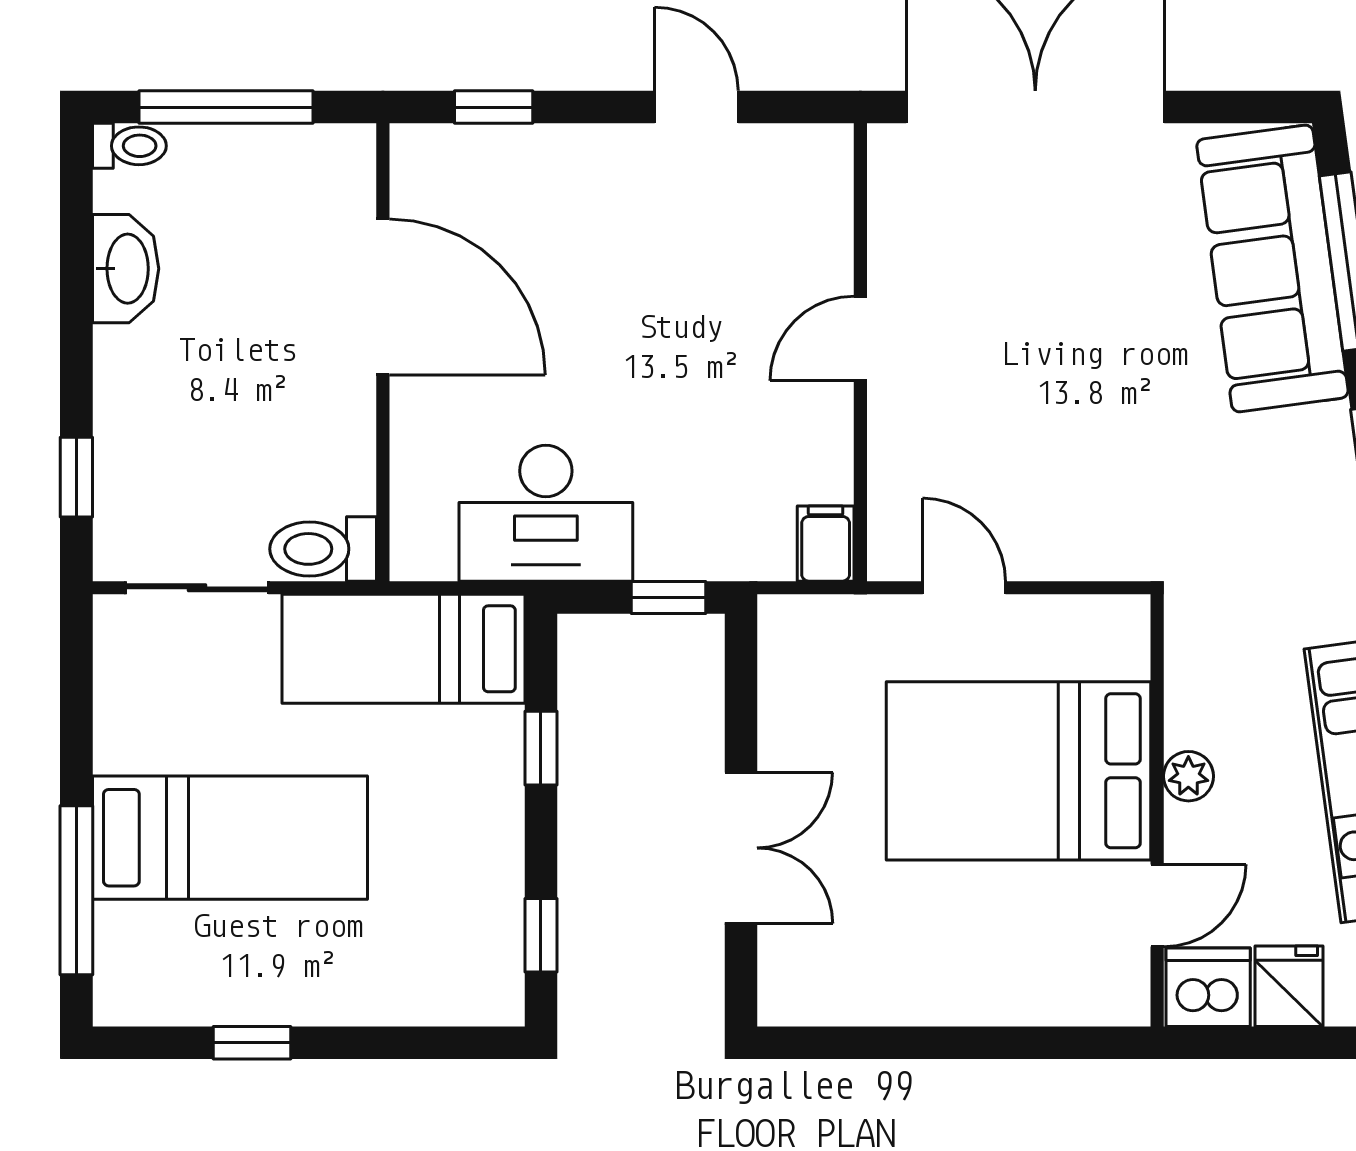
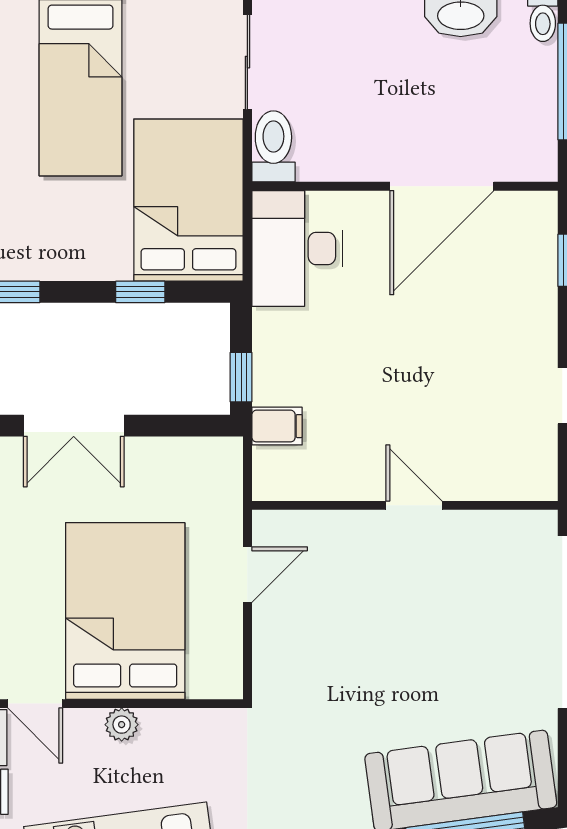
desk: (546, 513) -> (297, 249), moved
filing cabinet: (826, 544) -> (277, 426), moved
bed: (404, 649) -> (188, 200), width x1.50

